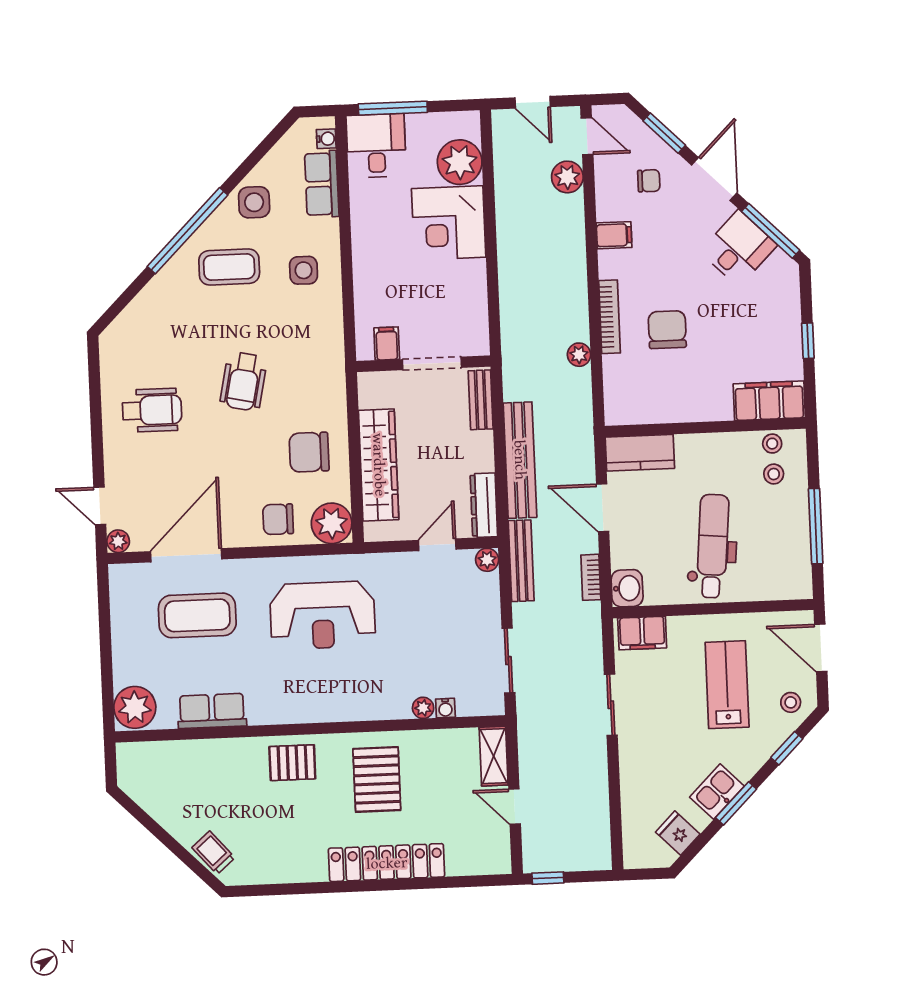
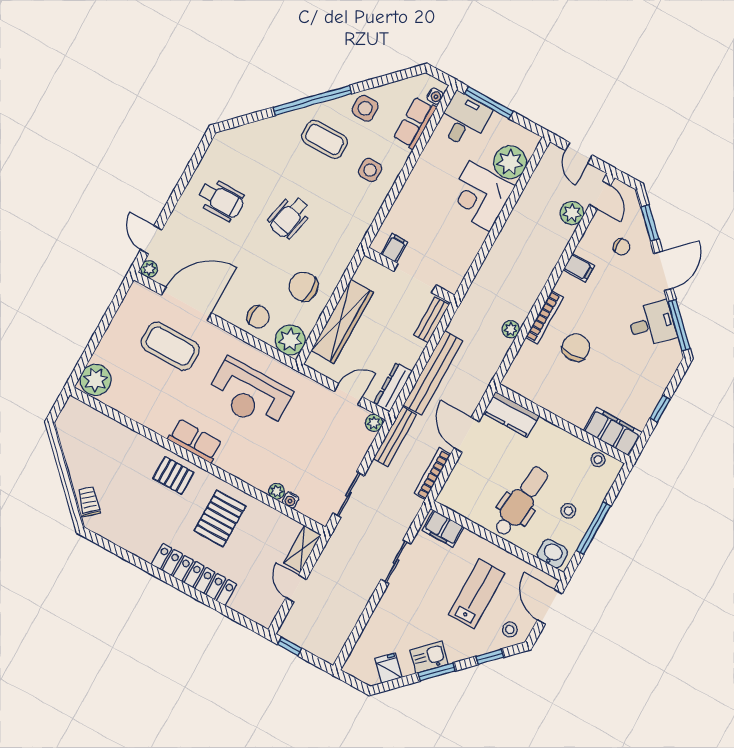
stool: (774, 474) -> (568, 511), moved
chair: (278, 519) -> (258, 317), turned 180
bookcase: (591, 577) -> (432, 474), width x1.56
washbasin: (627, 588) -> (552, 553), moved, turned -90
row of seats: (212, 711) -> (195, 441), moved

